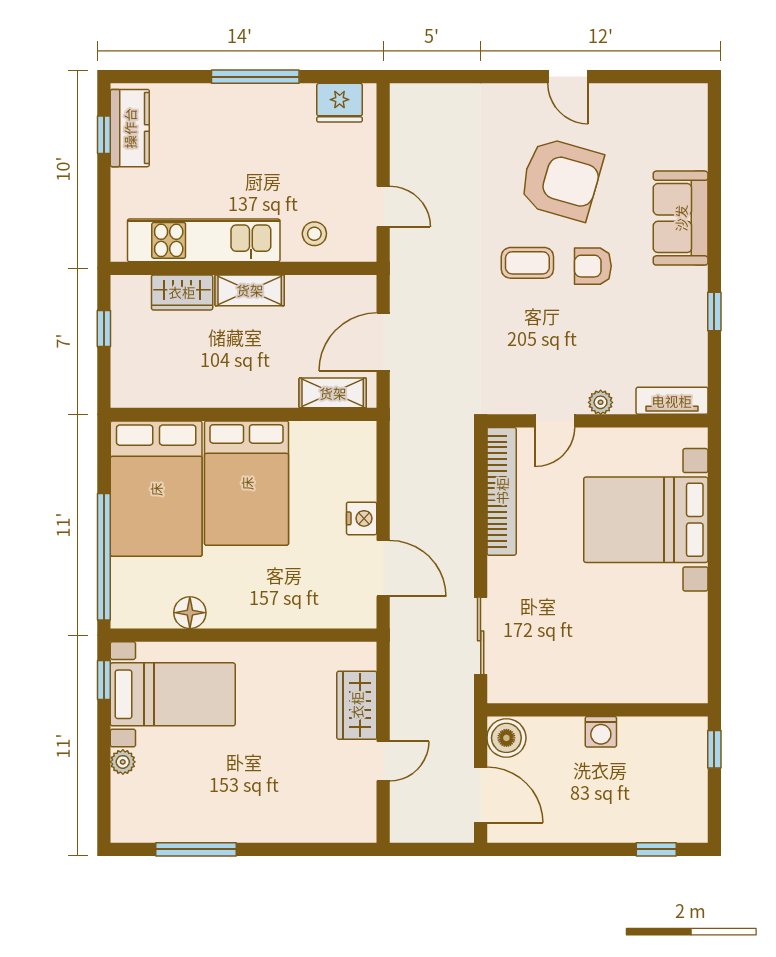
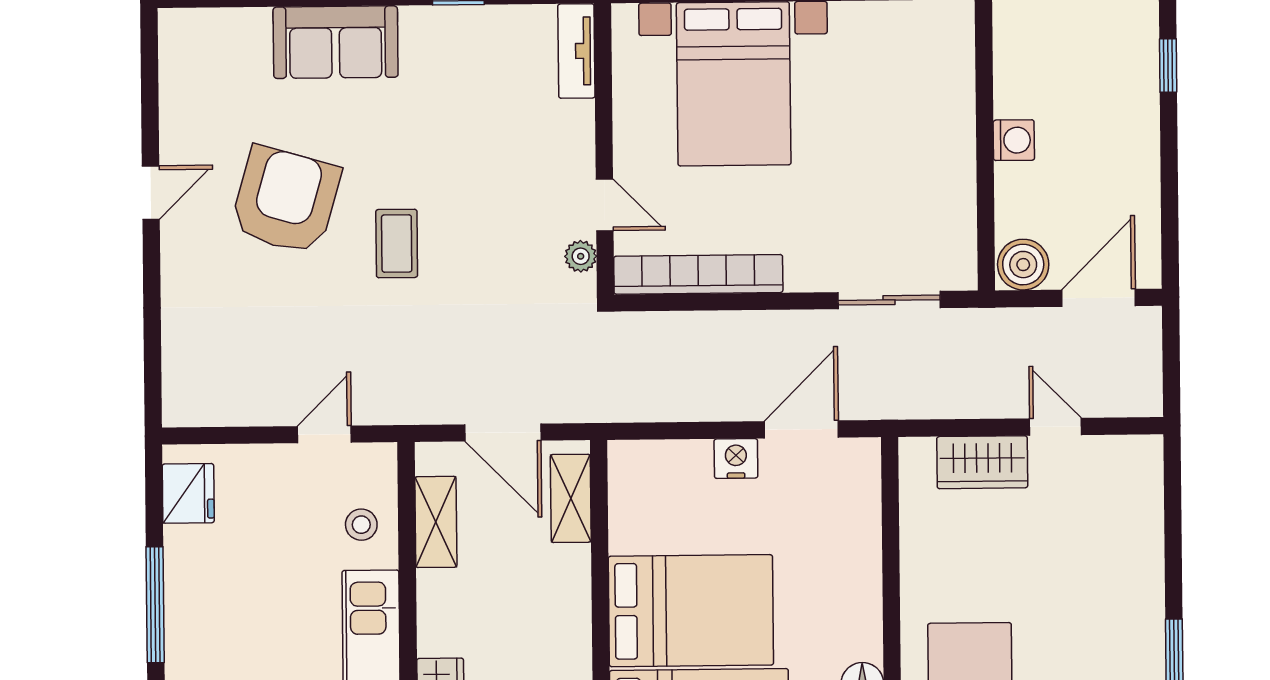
armchair: (593, 266) -> (400, 157), removed
shelving: (250, 290) -> (436, 522), moved
plant: (601, 402) -> (581, 256), moved

